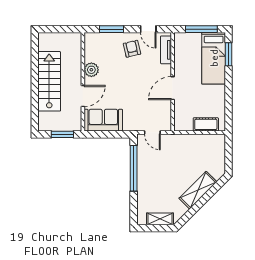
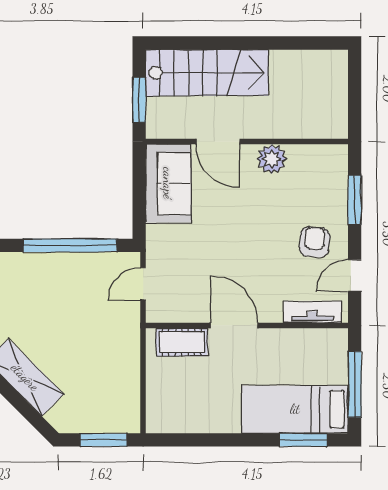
armchair: (132, 49) -> (315, 242), turned -71
stairs: (49, 81) -> (207, 73), moved
cot: (206, 124) -> (182, 342), moved, turned 90
window: (229, 152) -> (103, 440), added

